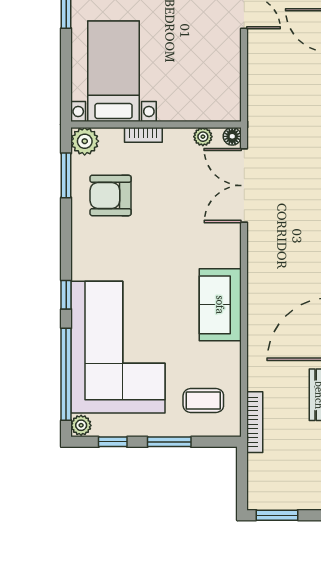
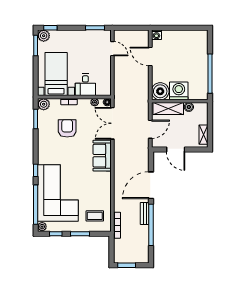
desk: (182, 96) -> (85, 85), added
armchair: (111, 195) -> (67, 128), moved, turned 90
sofa: (220, 305) -> (102, 156), moved

